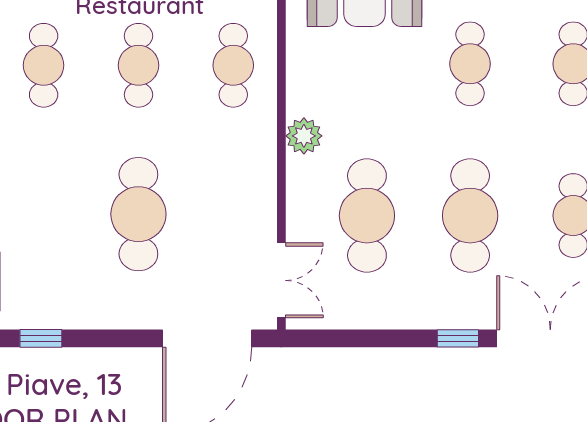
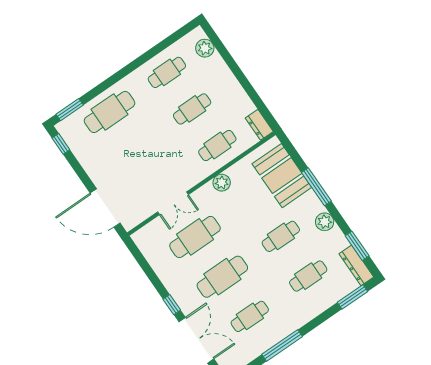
plant: (304, 136) -> (222, 183), moved
cafe table: (138, 214) -> (110, 112), moved
double door: (281, 280) -> (173, 203), moved

